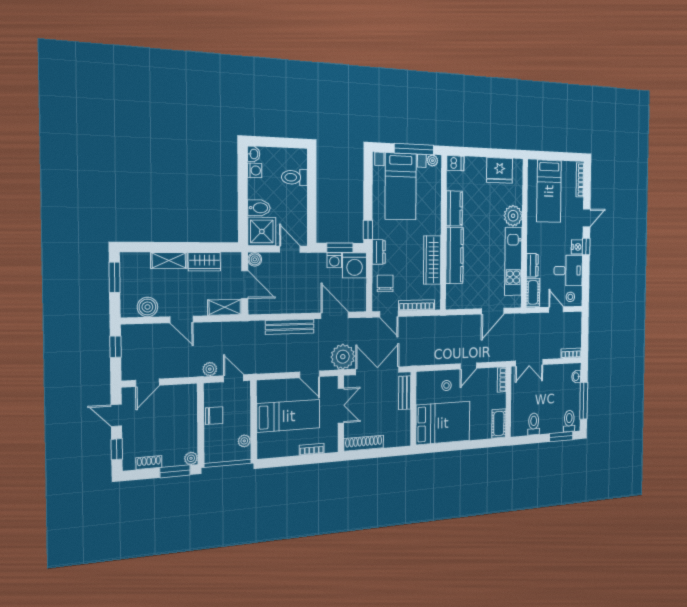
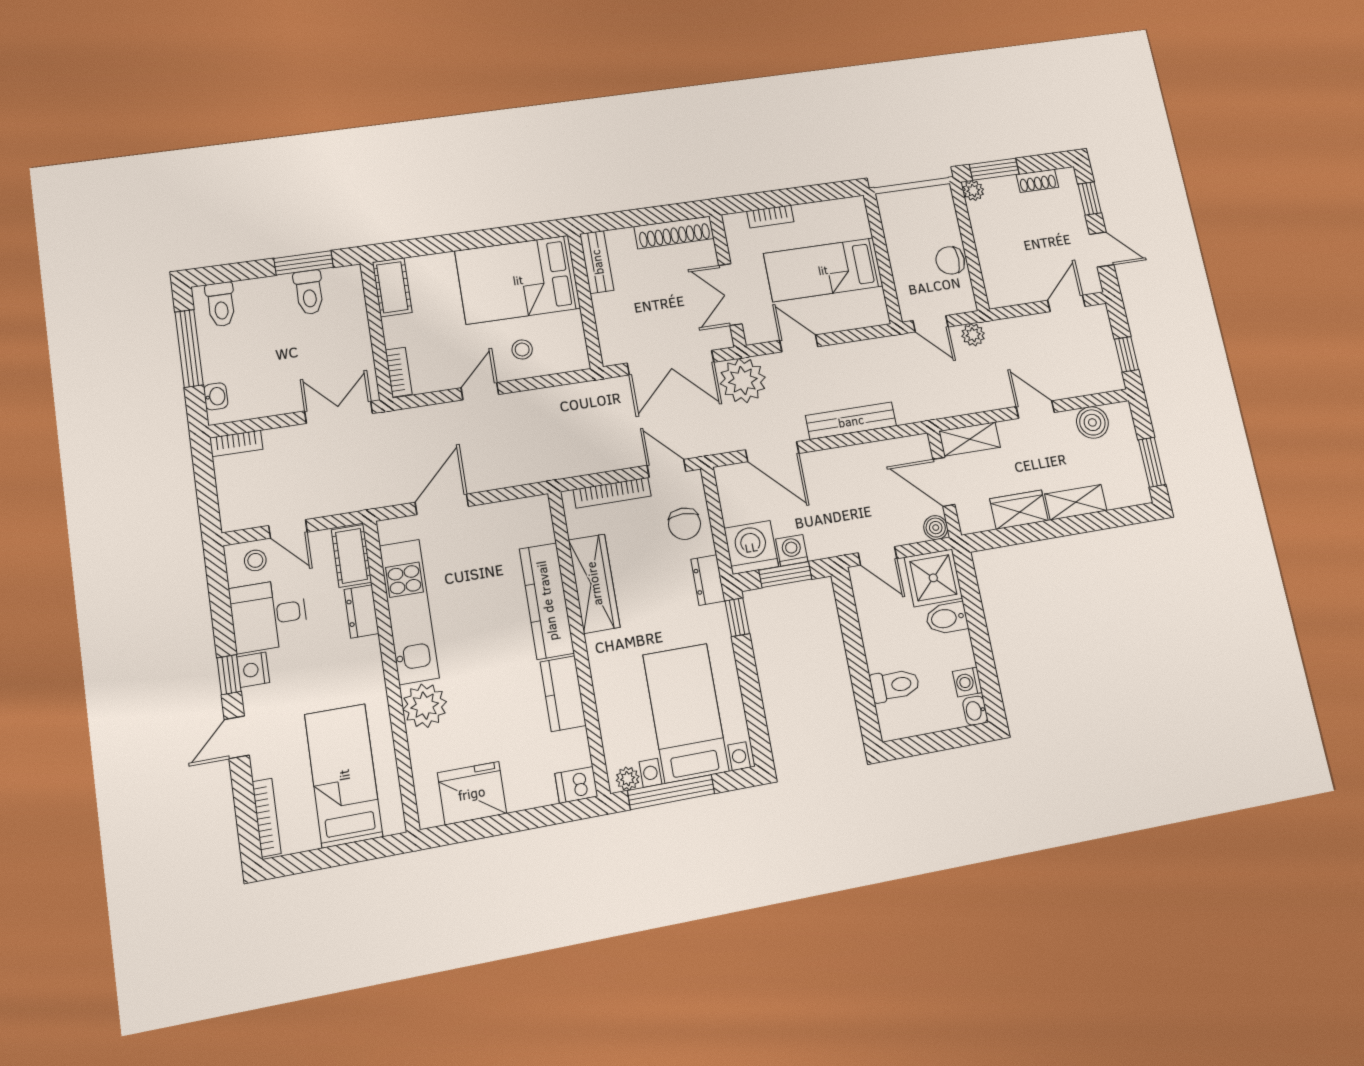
bench: (405, 393) -> (597, 262), moved
window: (561, 437) -> (304, 263), moved
plant: (244, 441) -> (892, 223), removed

